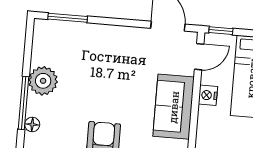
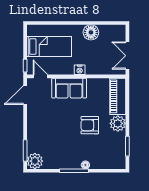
plant: (43, 81) -> (35, 161), moved
nightstand: (208, 95) -> (80, 70), moved

